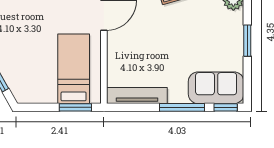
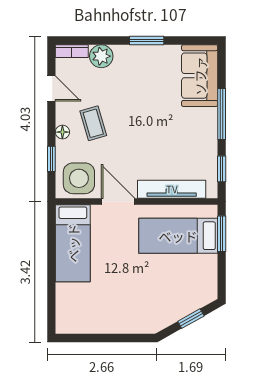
tv unit: (137, 96) -> (172, 189), moved, turned 90
window: (226, 107) -> (222, 169), moved

